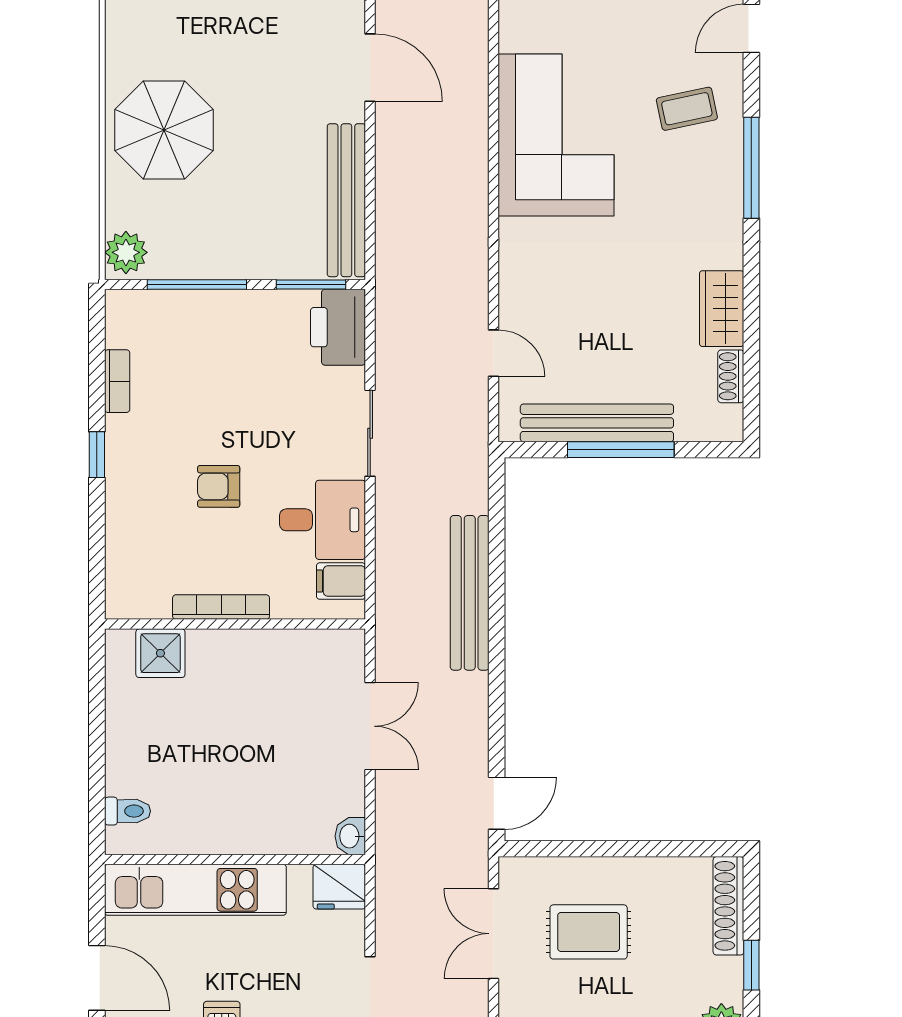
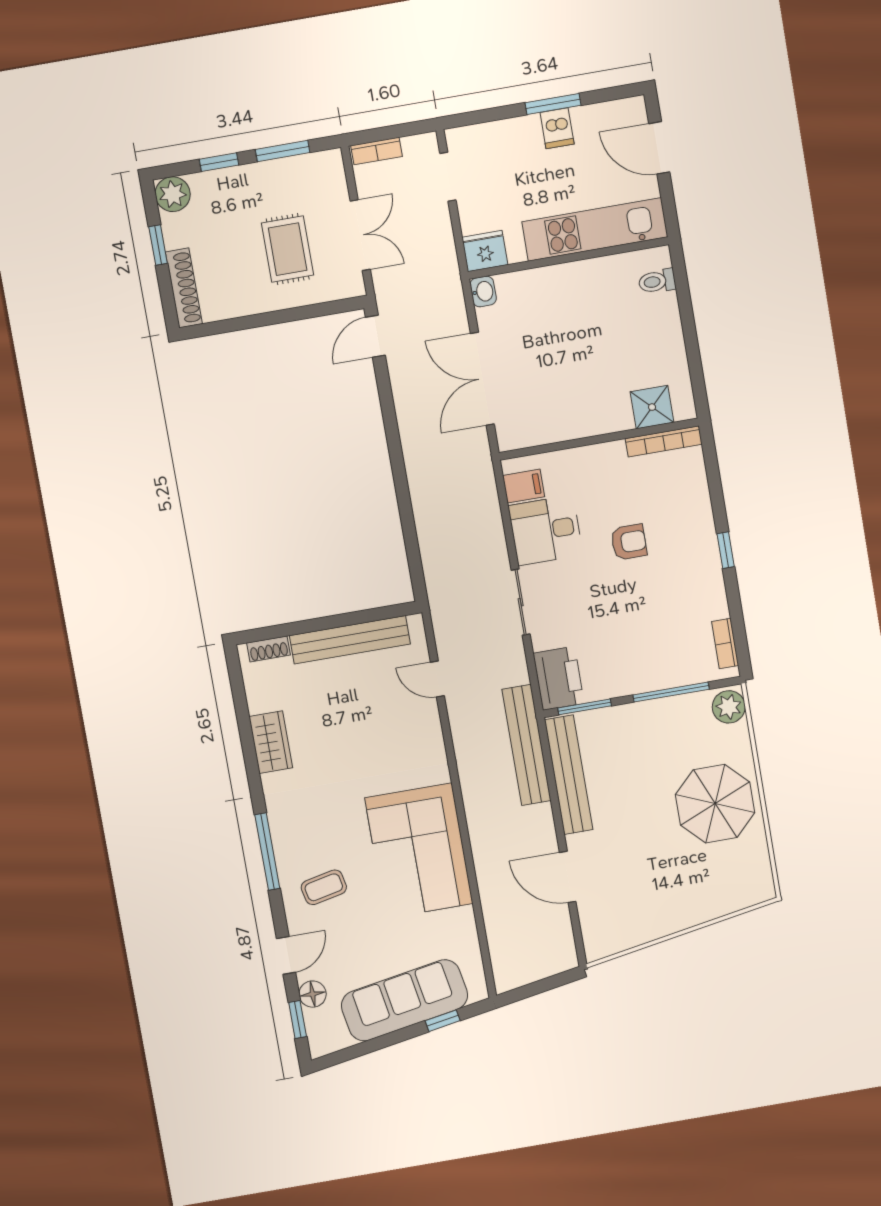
shoe rack: (731, 376) -> (269, 649), moved, turned 90
bookcase: (117, 381) -> (725, 643), moved
window: (621, 450) -> (328, 623), removed
bench: (470, 593) -> (526, 745), moved
bookcase: (221, 607) -> (664, 441), moved
double door: (370, 726) -> (482, 379), width x1.37
rug: (589, 932) -> (288, 249), turned 90

